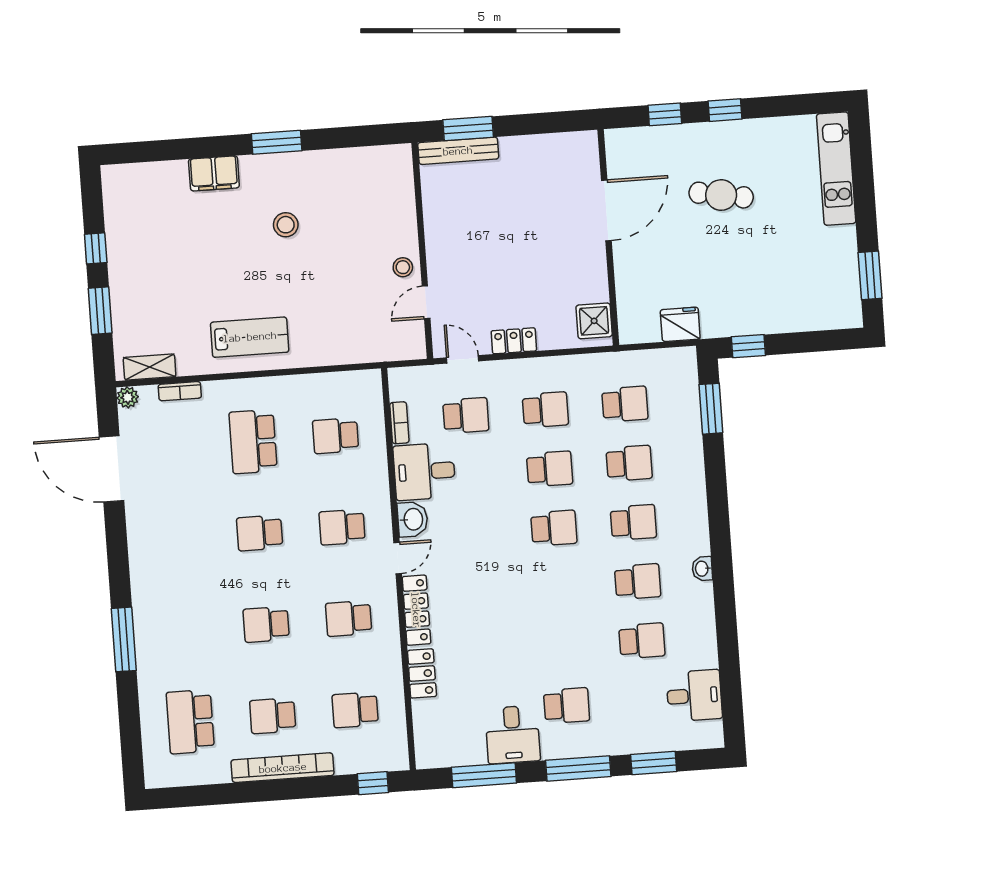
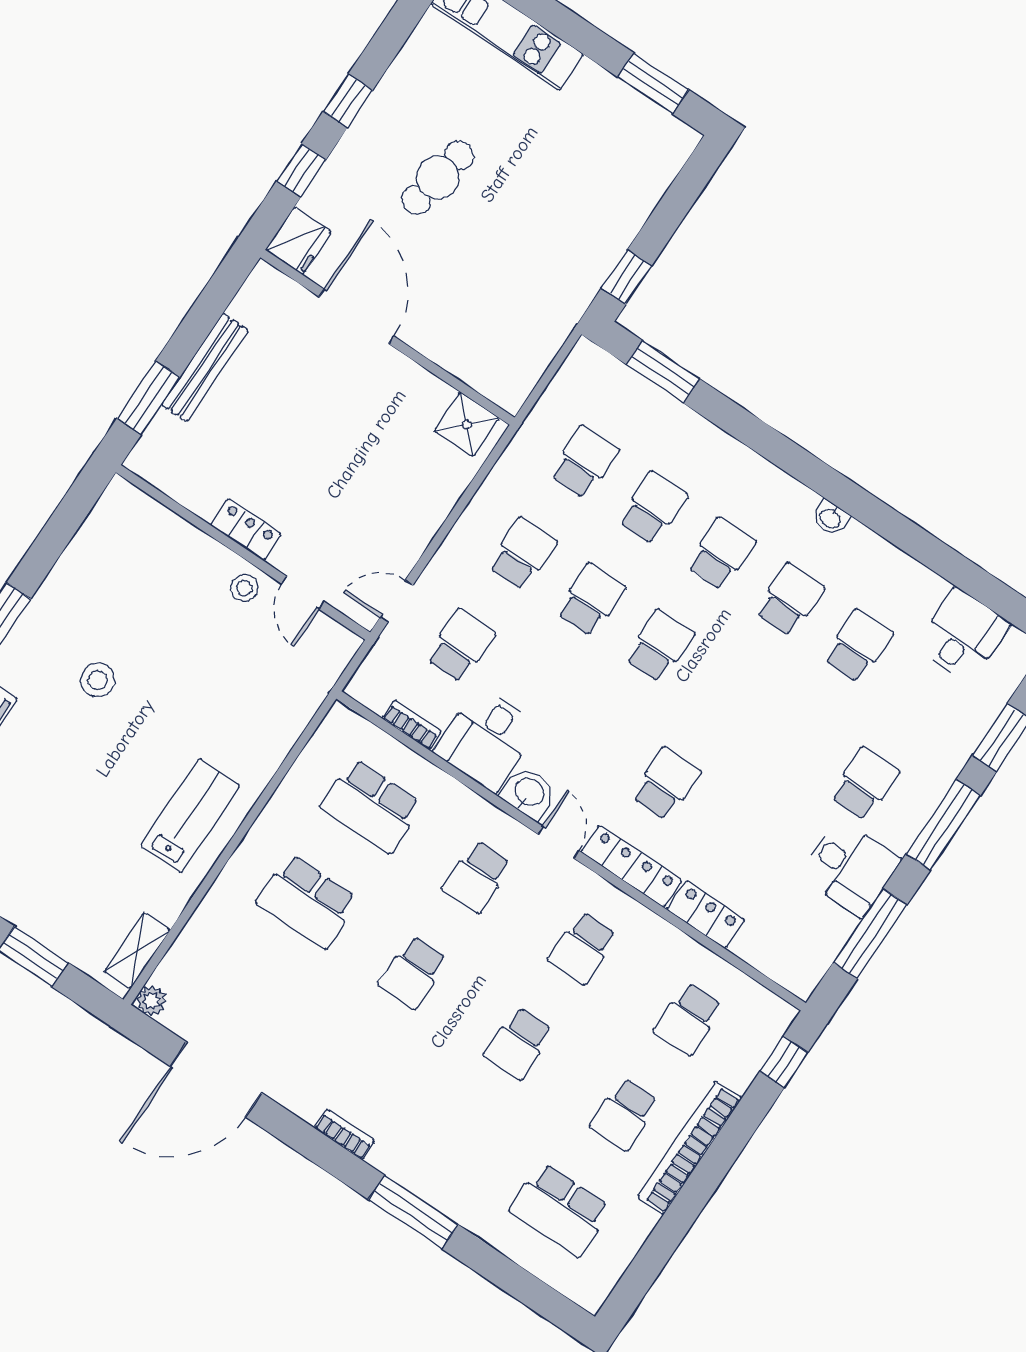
bench: (458, 151) -> (205, 367), moved
fridge: (680, 324) -> (298, 241), moved, turned 180
locker: (514, 341) -> (246, 529), moved, turned 90
bookcase: (180, 391) -> (344, 1134), moved, turned -90
school desk: (336, 436) -> (371, 806), width x1.85
school desk: (479, 593) -> (666, 784), added

